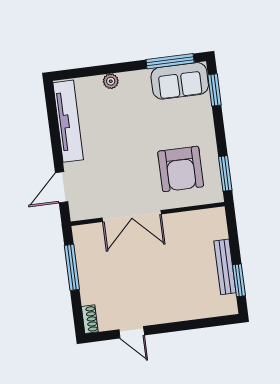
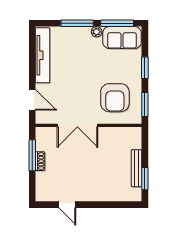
window: (112, 69) -> (77, 23), added
plant: (111, 81) -> (97, 32), moved
window: (215, 90) -> (145, 68), moved
door: (62, 187) -> (32, 100), swing flipped
shoe rack: (90, 319) -> (40, 161), moved

